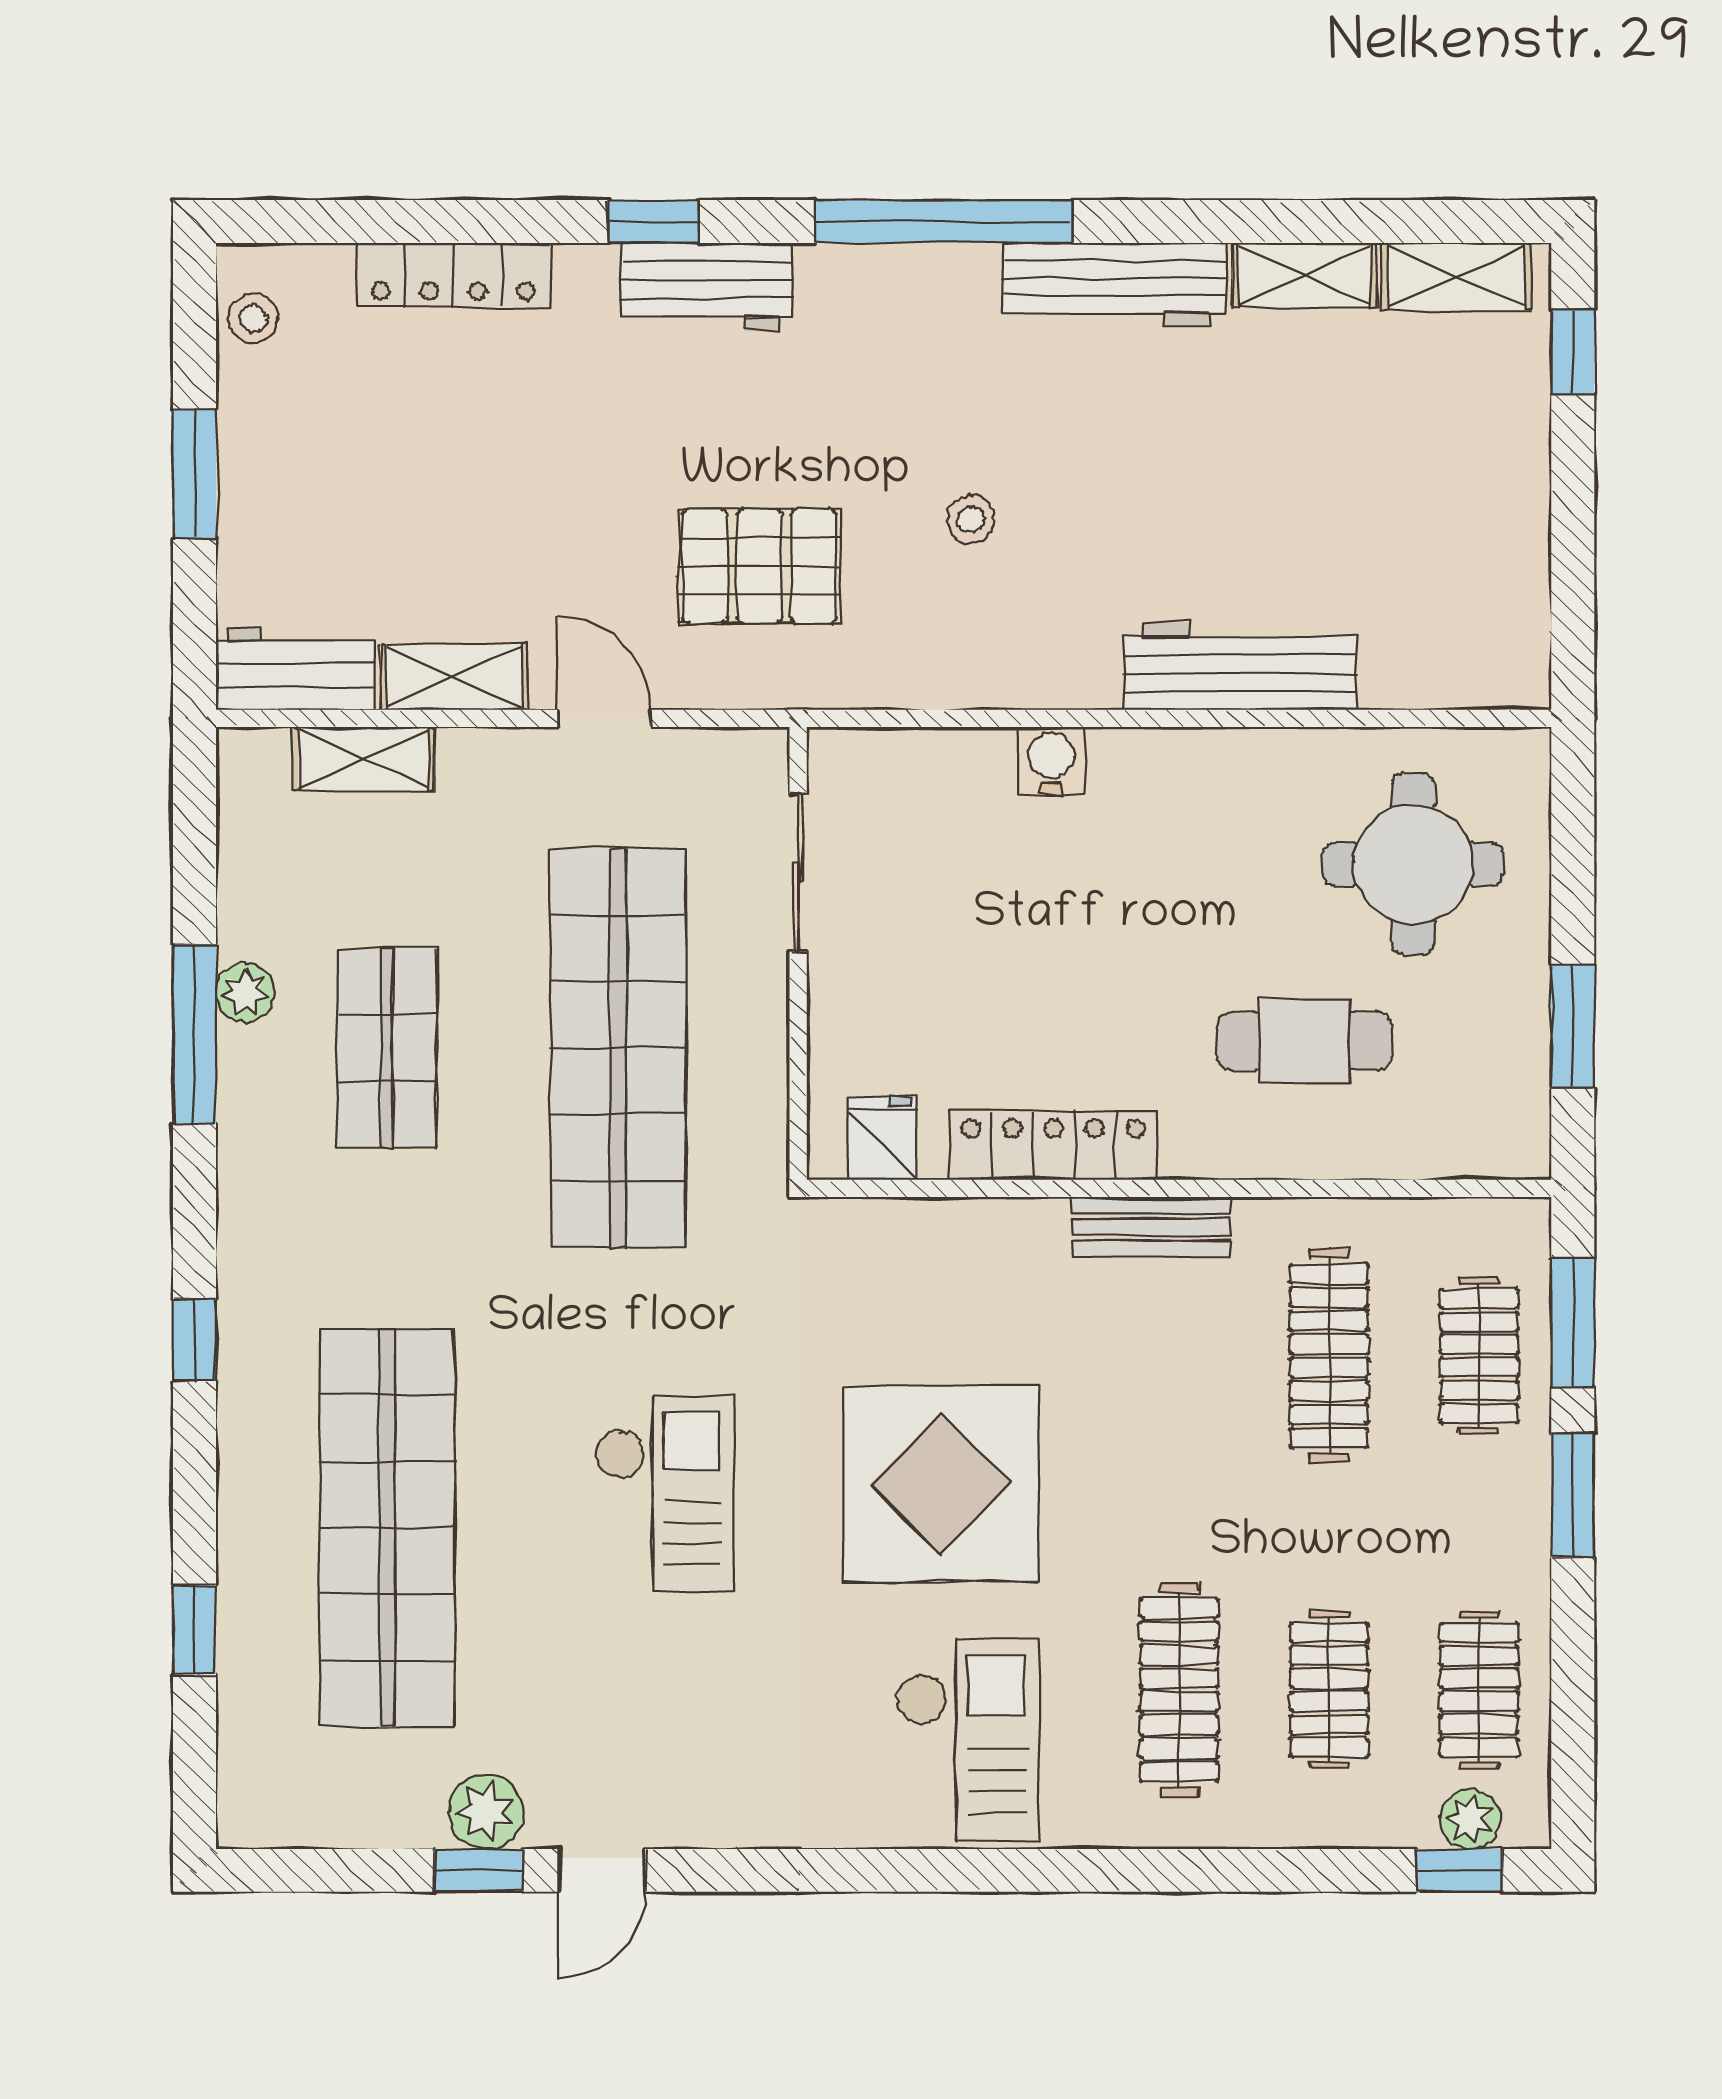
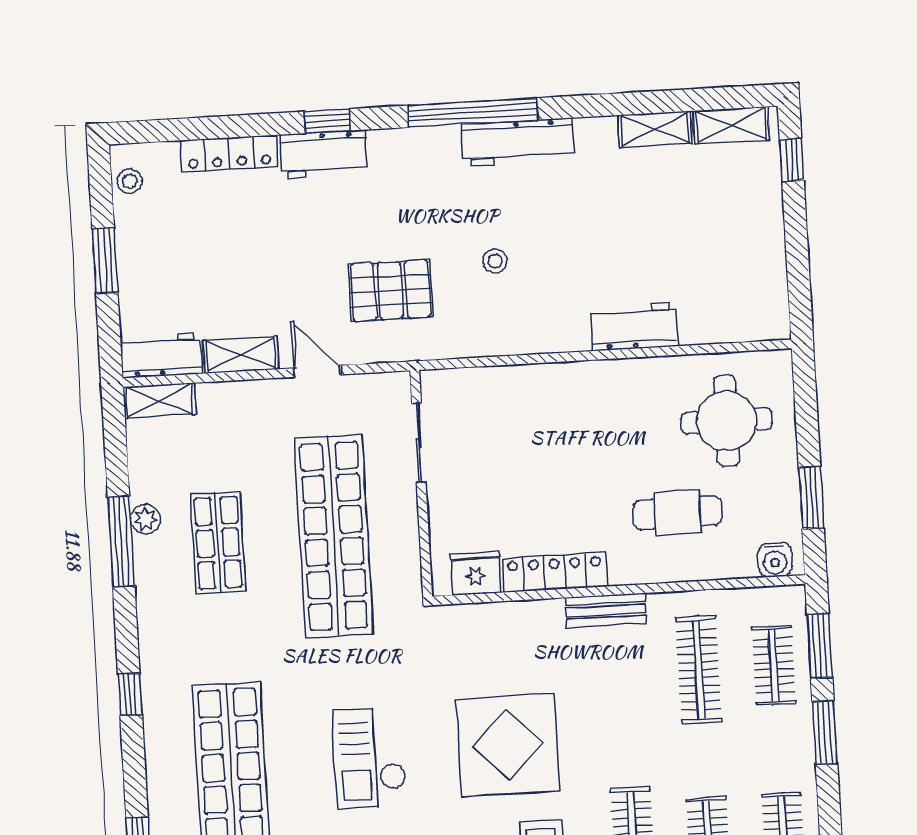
workbench: (1115, 285) -> (517, 142), moved
workbench: (707, 287) -> (323, 154), moved
workbench: (1240, 666) -> (634, 327), width x0.73
shelving: (363, 759) -> (159, 401), moved
water cooler: (1052, 760) -> (775, 560), moved, turned 180
fridge: (883, 1138) -> (475, 573), width x1.38
checkout: (664, 1493) -> (370, 758), turned 180

